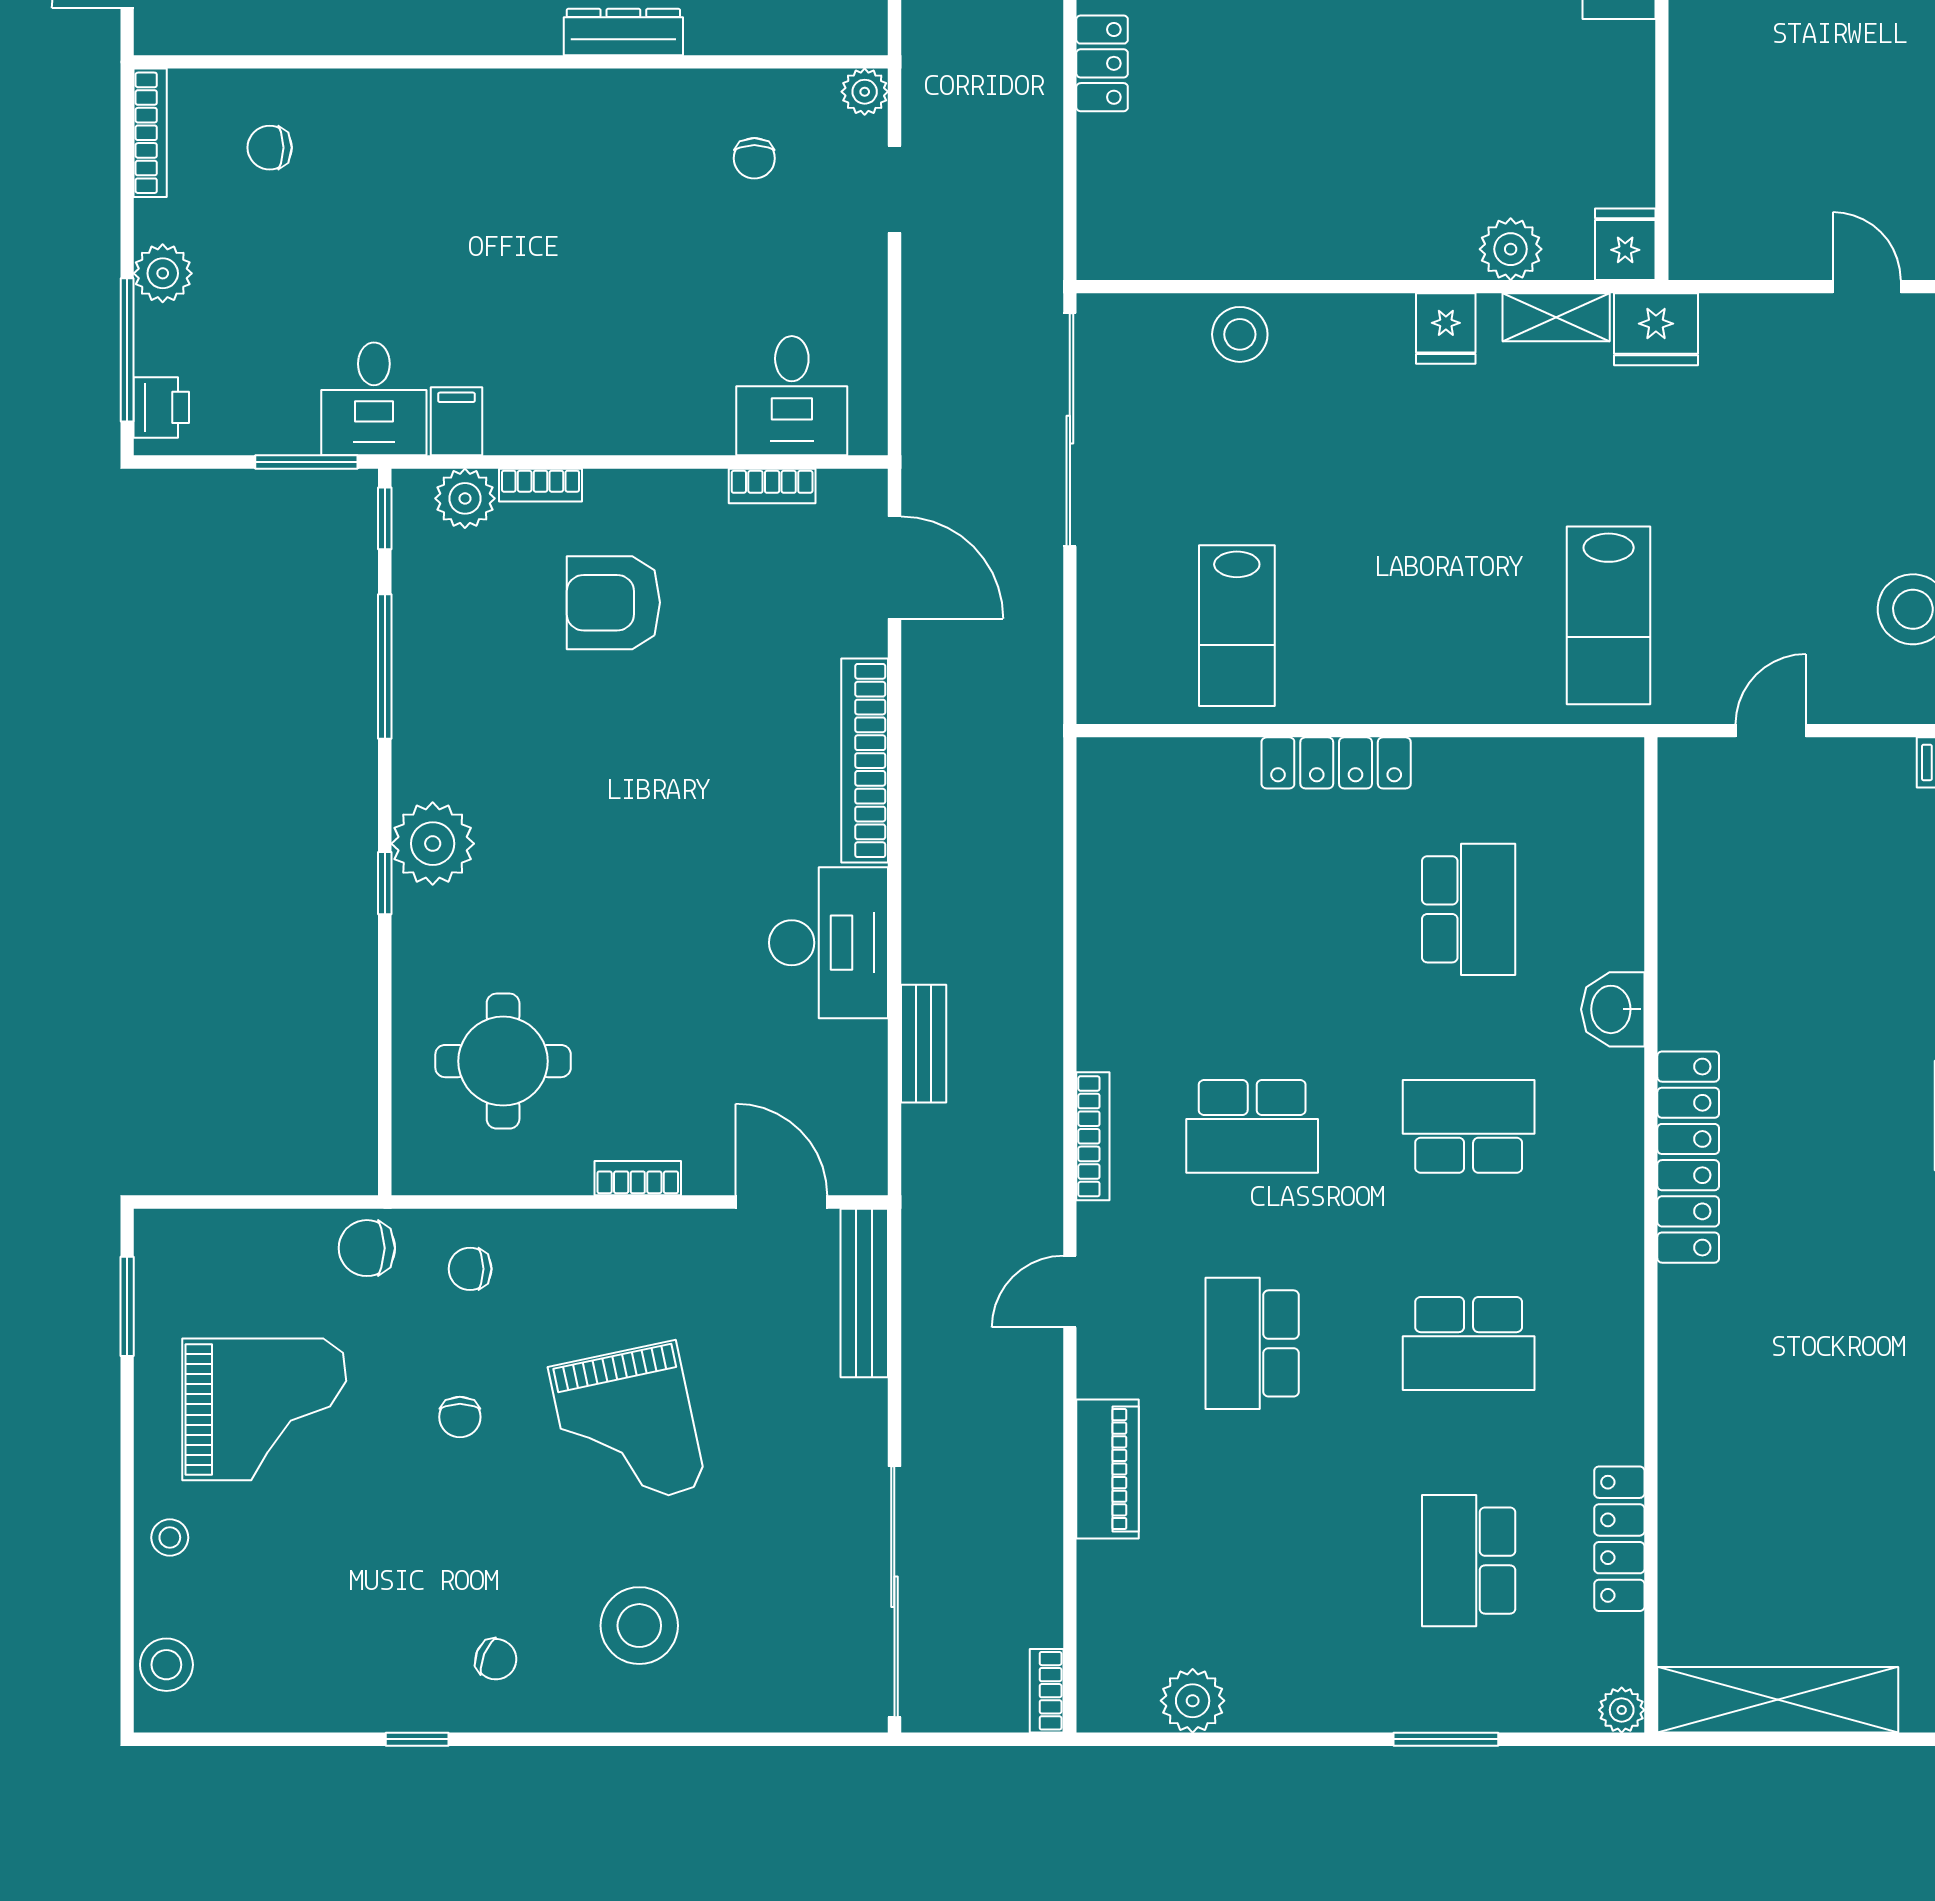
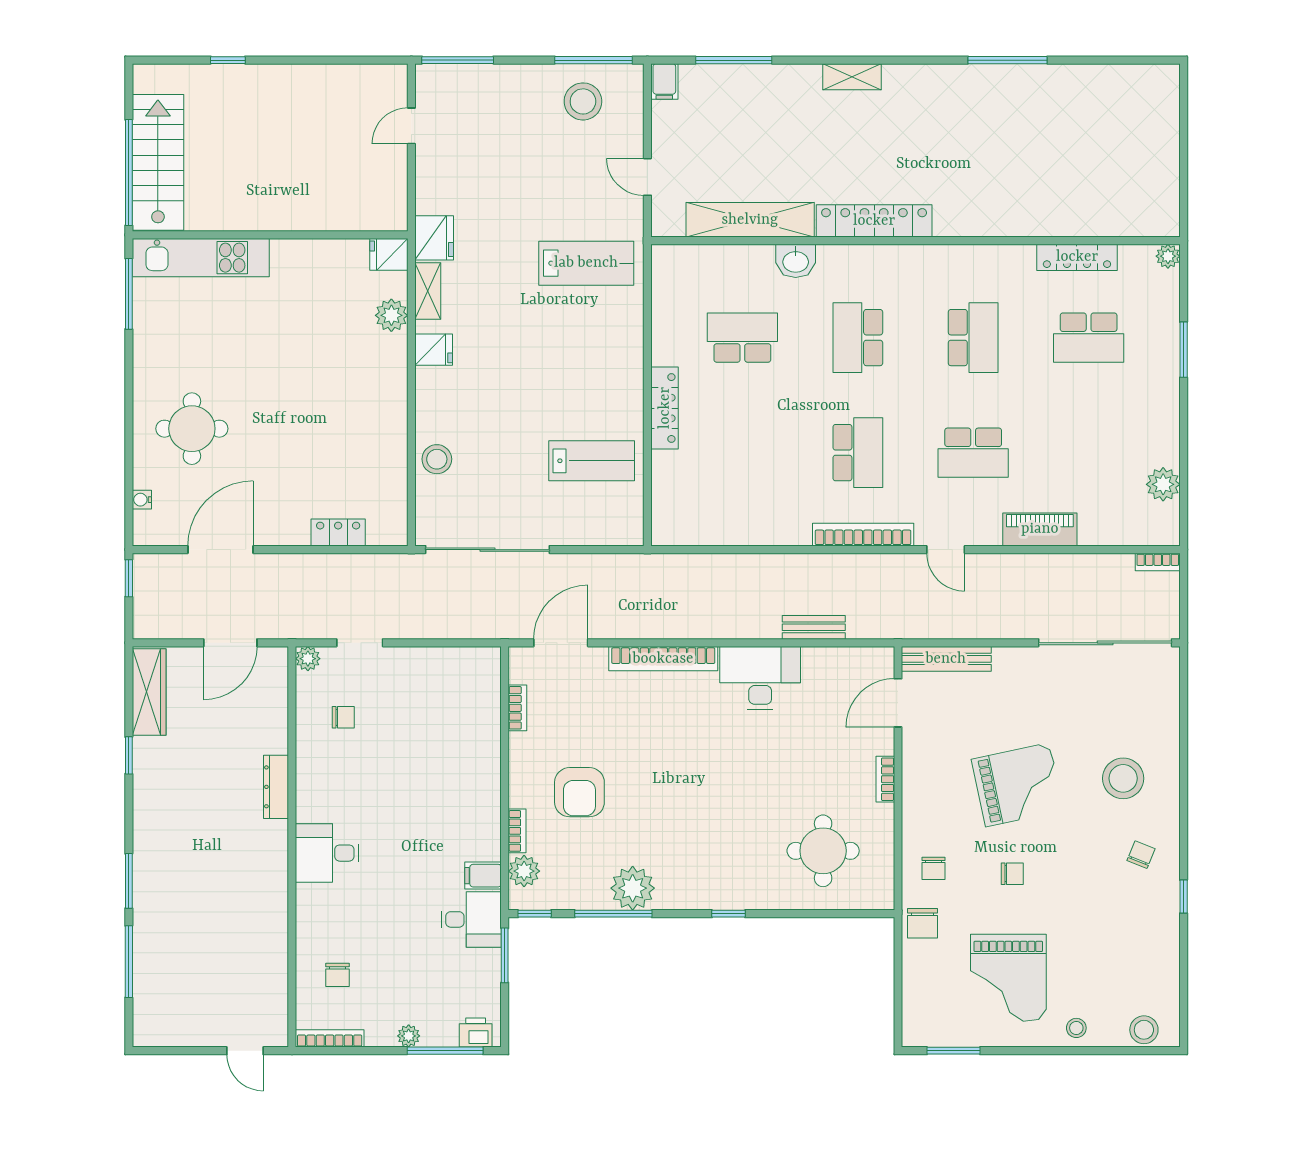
locker: (1102, 63) -> (338, 532), moved
plant: (163, 273) -> (409, 1036), width x0.73, depth x0.73
desk: (792, 396) -> (327, 853), moved, turned 180
plant: (433, 844) -> (633, 888), moved
bookcase: (1093, 1136) -> (863, 535), width x1.48, depth x1.31
grand piano: (264, 1409) -> (1008, 978), turned 180
shelving: (1778, 1700) -> (750, 220), moved, turned 90

